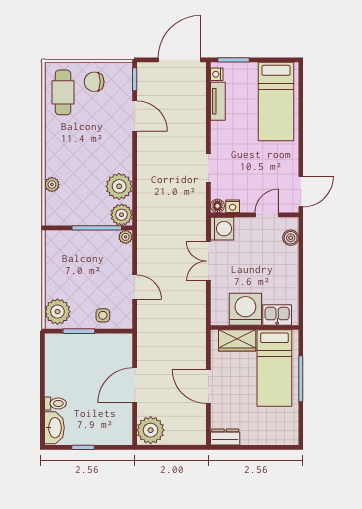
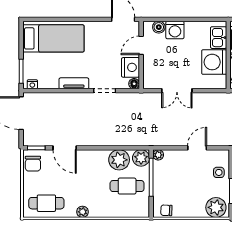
chair: (94, 82) -> (33, 164), moved
tv unit: (218, 101) -> (74, 83), moved
door: (135, 116) -> (65, 148), swing flipped
plant: (52, 185) -> (83, 212), moved
cafe table: (85, 197) -> (127, 186), added
nightstand: (233, 206) -> (131, 67), width x1.89, depth x1.79
door: (267, 215) -> (141, 45), hinge flipped
washing machine: (222, 229) -> (175, 30), moved, turned 180
chair: (54, 248) -> (166, 210), added

